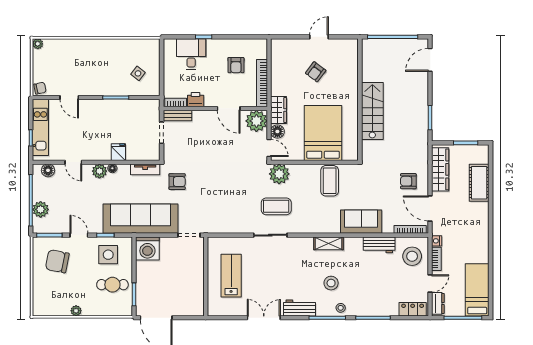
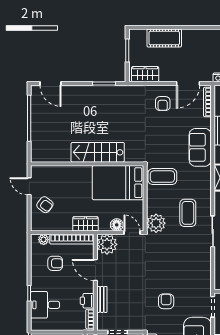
plant: (262, 52) -> (44, 240), added
armchair: (316, 72) -> (45, 205), moved
wall: (360, 100) -> (87, 164), moved
door: (229, 108) -> (95, 270), swing flipped
wardrobe: (279, 110) -> (86, 224), moved
stairs: (372, 111) -> (98, 152), moved
bench: (177, 116) -> (102, 299), moved
door: (269, 148) -> (132, 233), hinge flipped
wardrobe: (440, 169) -> (145, 74), width x0.67
armchair: (177, 182) -> (166, 301), moved
coffee table: (276, 206) -> (188, 213), moved

